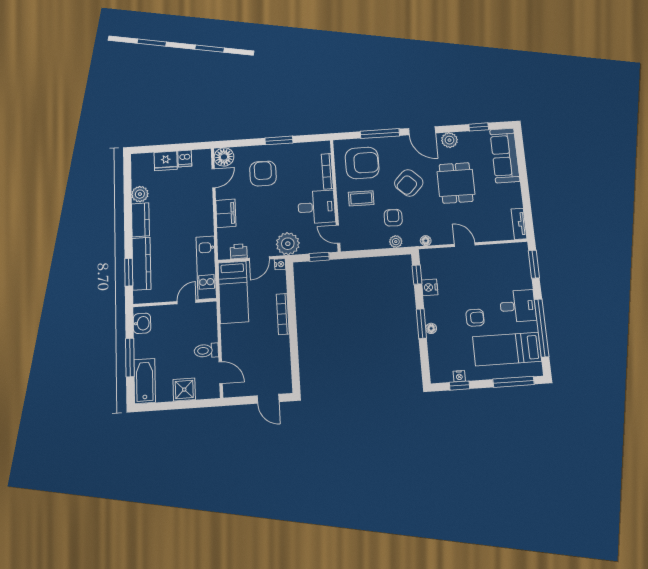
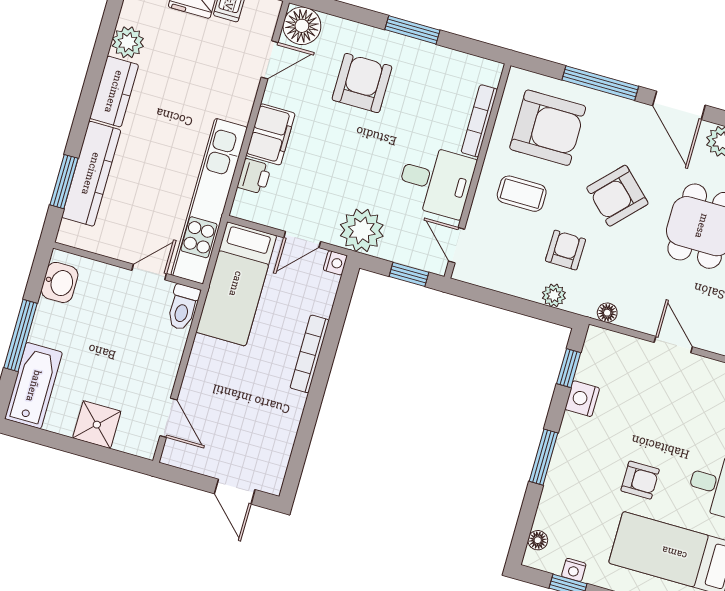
printer: (239, 251) -> (254, 176), moved, turned 90
kitchen unit: (206, 268) -> (209, 201), width x1.36
floor lamp: (431, 328) -> (538, 540), moved
toilet: (206, 351) -> (183, 307), moved, turned -90

